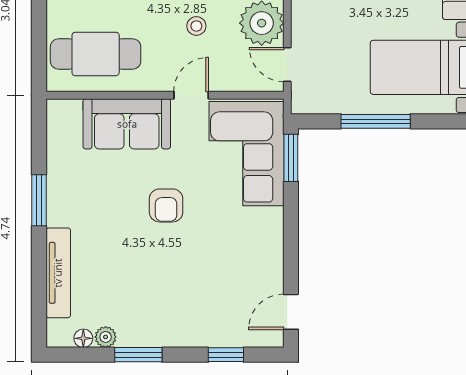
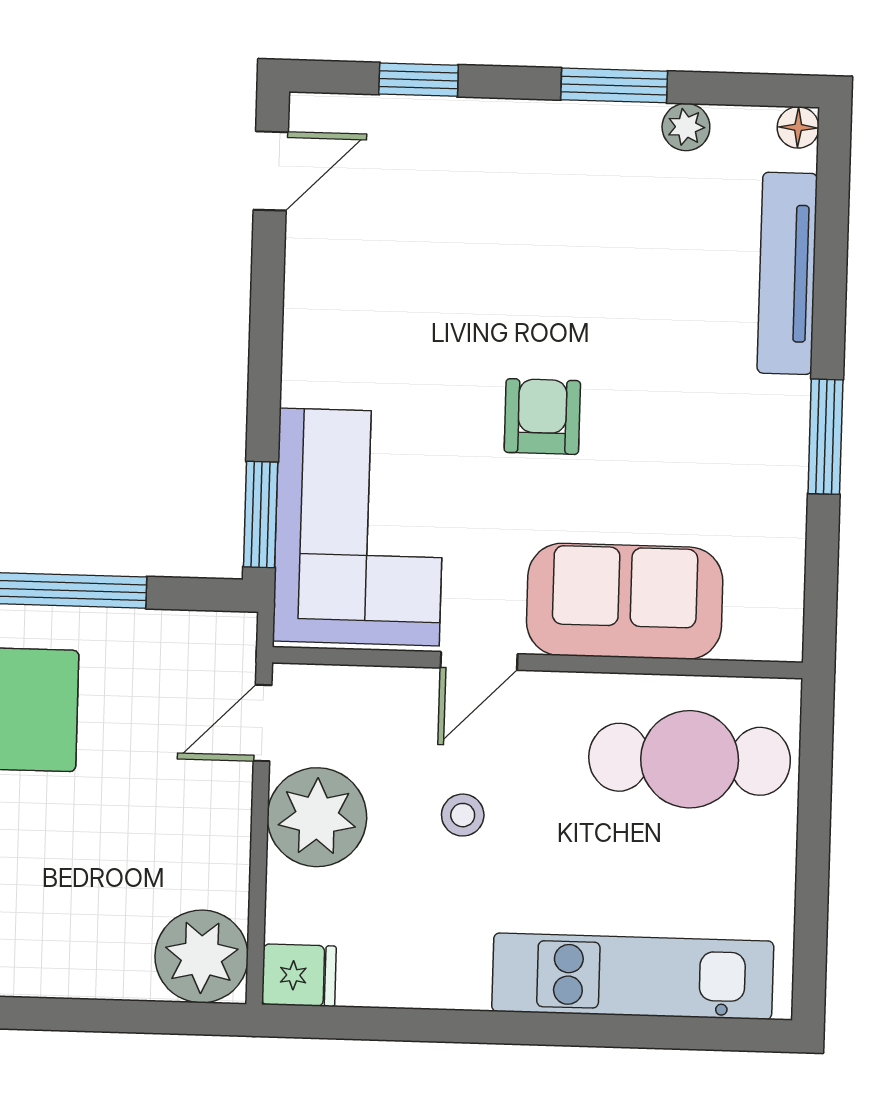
door: (287, 65) -> (263, 723), swing flipped
floor lamp: (83, 338) -> (798, 127), moved

